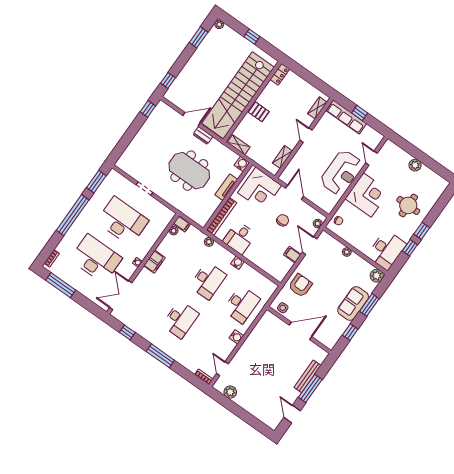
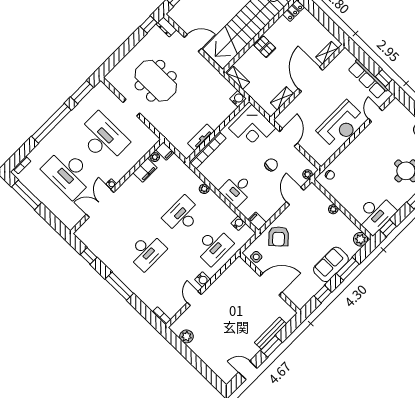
window: (360, 113) -> (384, 78), moved
row of seats: (346, 117) -> (368, 79), moved
door: (306, 135) -> (310, 79), width x1.88
dresser: (203, 136) -> (166, 27), moved
meeting table: (189, 171) -> (156, 81), moved
tv unit: (226, 187) -> (201, 137), moved
corner desk: (367, 195) -> (365, 153), removed
desk: (239, 238) -> (237, 190), moved
plant: (209, 242) -> (204, 189), moved
window: (410, 248) -> (388, 228), moved
filing cabinet: (292, 255) -> (257, 221), moved
desk: (96, 259) -> (68, 173), turned 180
filing cabinet: (154, 262) -> (145, 170), moved
water cooler: (237, 263) -> (238, 223), moved
desk: (208, 281) -> (182, 215), turned 180
armchair: (300, 285) -> (279, 236), turned 137
double door: (121, 295) -> (100, 203), moved
door: (222, 369) -> (194, 298), moved
window: (310, 388) -> (271, 346), width x0.69
door: (292, 414) -> (248, 370), hinge flipped

